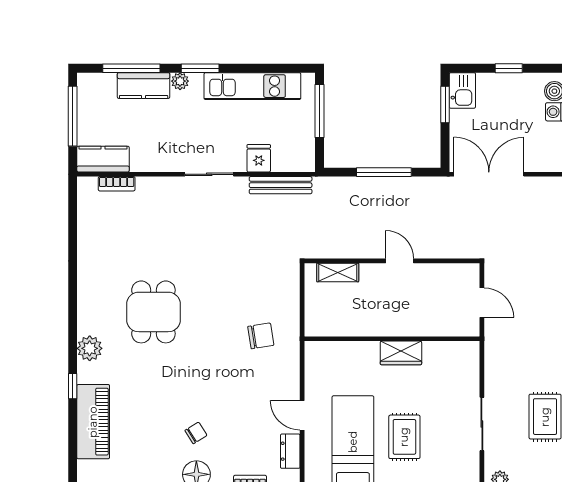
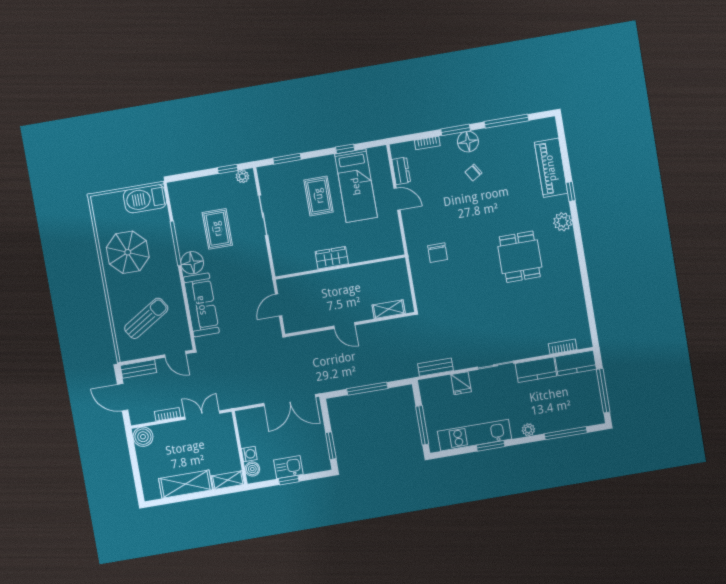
window: (200, 68) -> (491, 446), moved
kitchen counter: (144, 86) -> (536, 370), moved, turned 180
kitchen sink: (462, 90) -> (288, 467), moved, turned 90
bench: (281, 185) -> (435, 367), width x0.73
door: (482, 303) -> (279, 305), hinge flipped
chair: (261, 336) -> (438, 253), turned -81

